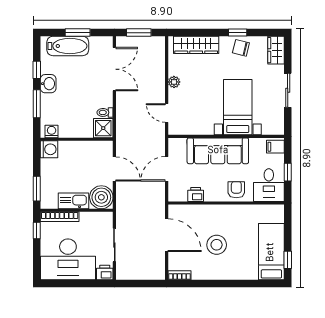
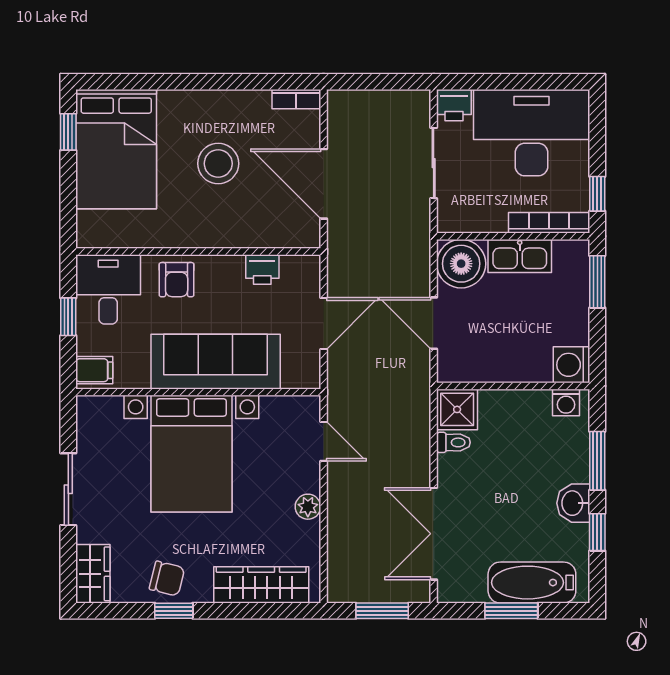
bed with nightstands: (238, 107) -> (191, 454), width x1.36
bed: (271, 252) -> (116, 149), width x1.50

